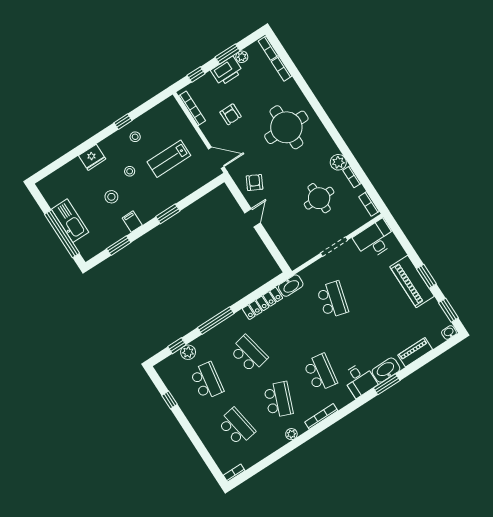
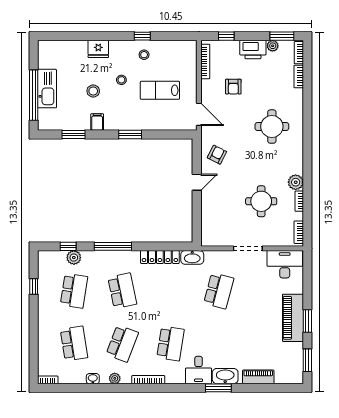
window: (228, 54) -> (282, 36), moved
round table: (286, 127) -> (272, 127), width x0.73, depth x0.73
washbasin: (449, 333) -> (93, 379), moved

